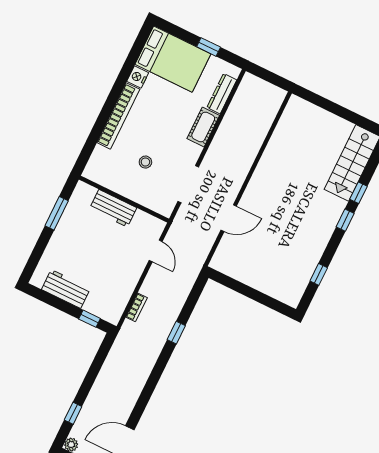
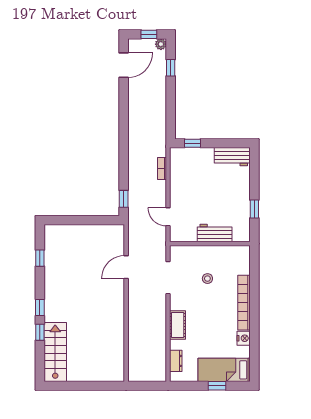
window: (209, 47) -> (217, 386), moved
bed: (173, 59) -> (224, 370), width x0.67
dresser: (222, 94) -> (176, 361), width x0.70
window: (57, 213) -> (254, 209), width x0.67
workbench: (66, 289) -> (232, 157), moved
window: (176, 333) -> (124, 199), moved

